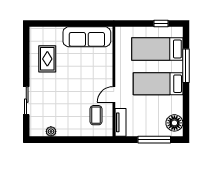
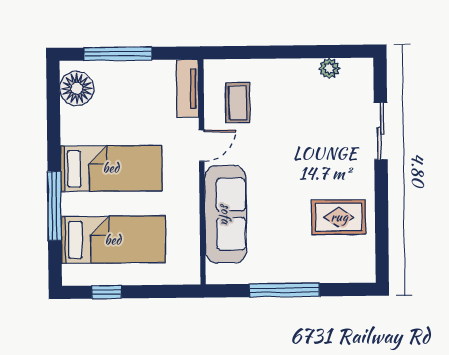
window: (74, 23) -> (284, 290), added
sofa: (87, 37) -> (226, 214), moved, turned 90
rug: (47, 59) -> (339, 217), turned 90

